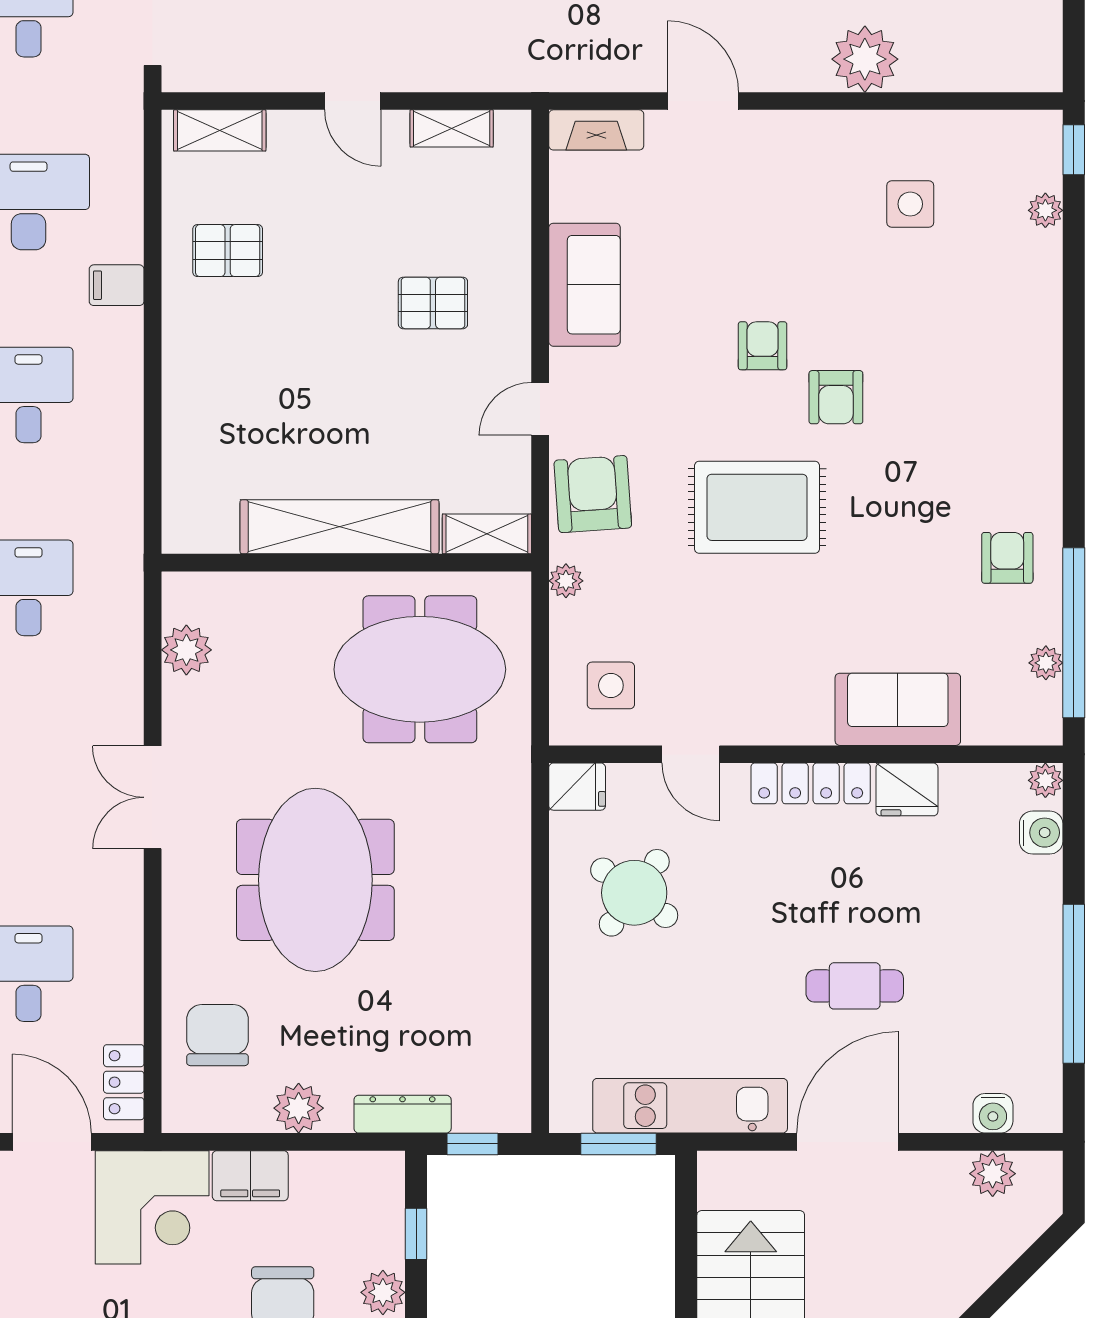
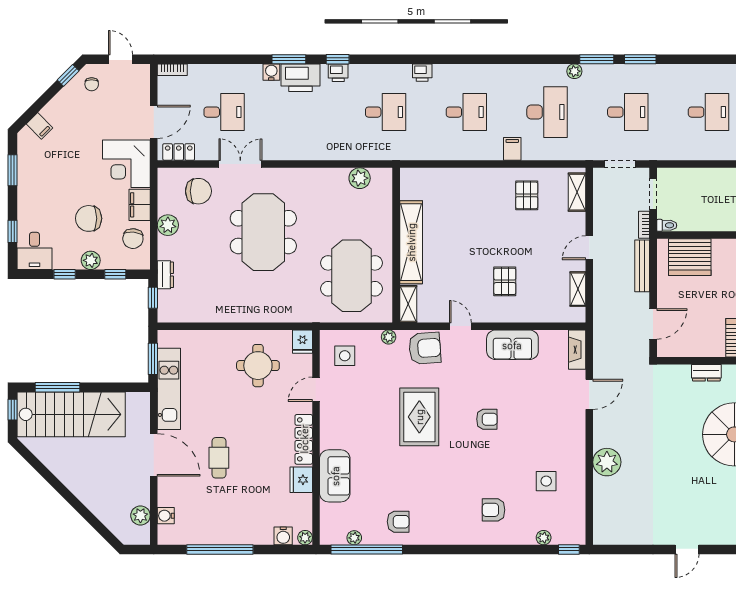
armchair: (836, 397) -> (494, 510), moved
double door: (153, 797) -> (240, 164), moved
meeting table: (315, 880) -> (263, 232), turned 90
round table: (634, 893) -> (258, 366), turned -36
dresser: (403, 1114) -> (165, 275), width x0.70
chair: (331, 1192) -> (133, 239), added

